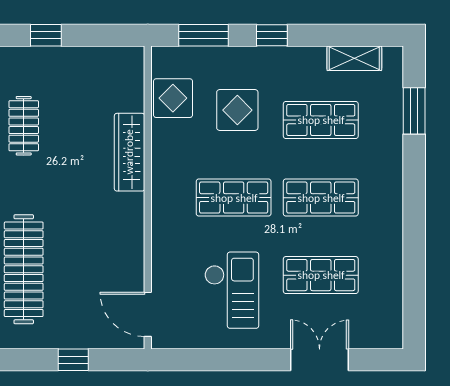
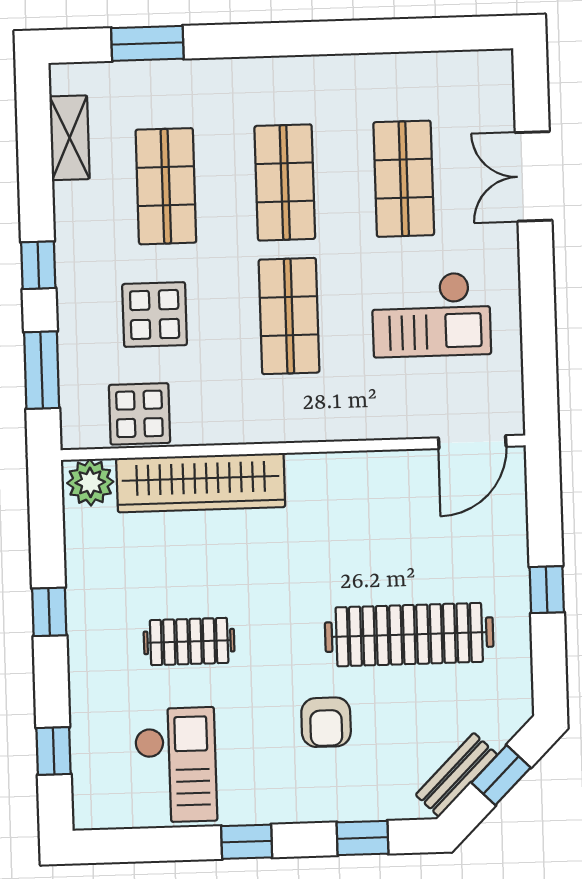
plant: (129, 65) -> (90, 482), added
wardrobe: (129, 152) -> (201, 483), width x1.40, depth x1.17
checkout: (232, 290) -> (431, 315), turned 180
window: (73, 360) -> (547, 590), moved

